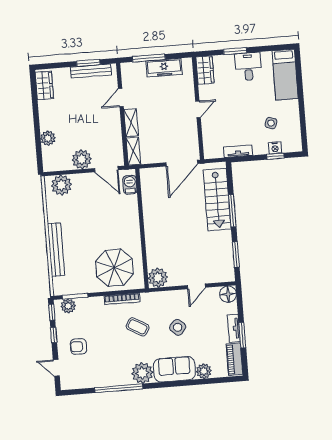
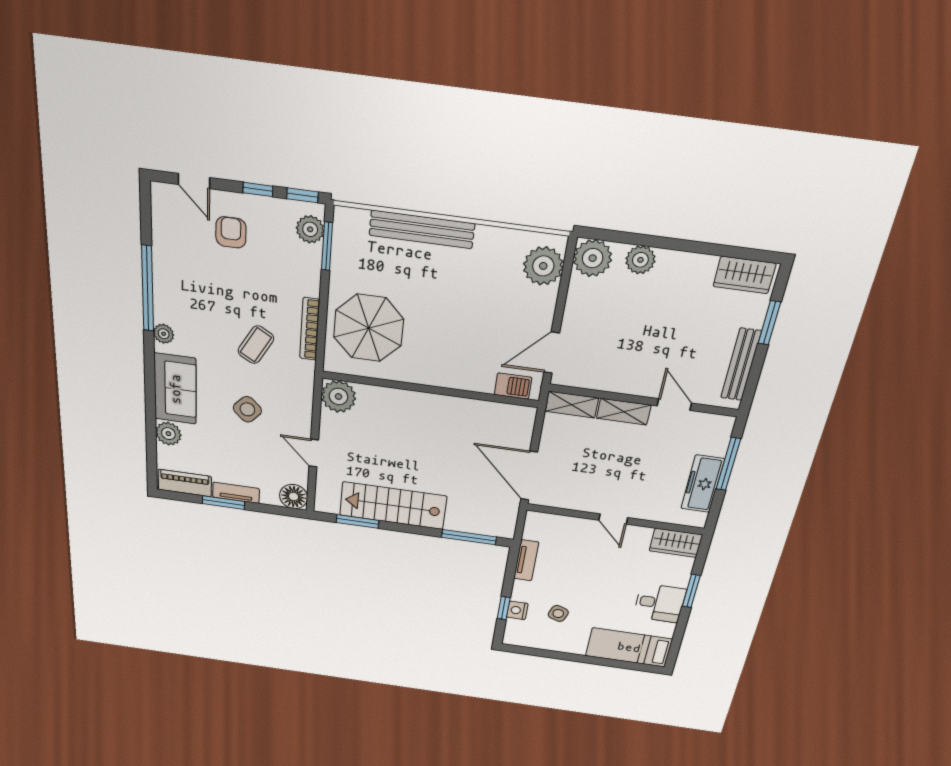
window: (88, 63) -> (769, 323), moved
plant: (82, 159) -> (593, 258), moved
stairs: (217, 200) -> (393, 506), moved
window: (232, 211) -> (469, 537), moved
door: (56, 368) -> (194, 181), swing flipped
plant: (142, 373) -> (164, 334), width x0.53, depth x0.53

